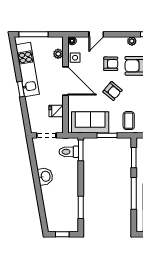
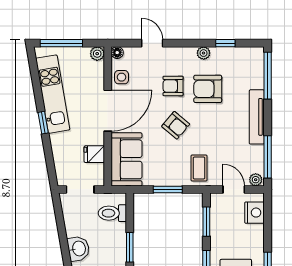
door: (96, 34) -> (152, 43), swing flipped
plant: (58, 54) -> (97, 54), moved
armchair: (111, 64) -> (173, 86), turned 180
door: (66, 81) -> (108, 111), hinge flipped
sofa: (90, 122) -> (127, 159), moved, turned 90
window: (81, 150) -> (130, 247), moved

